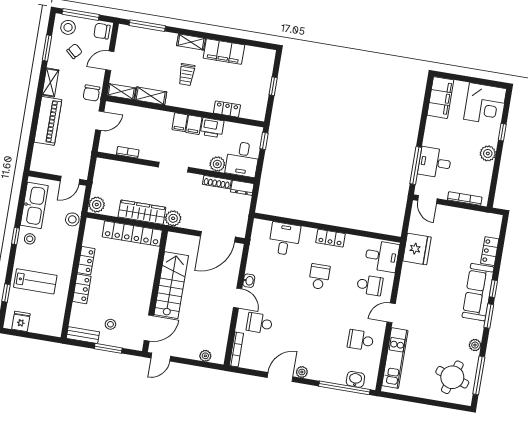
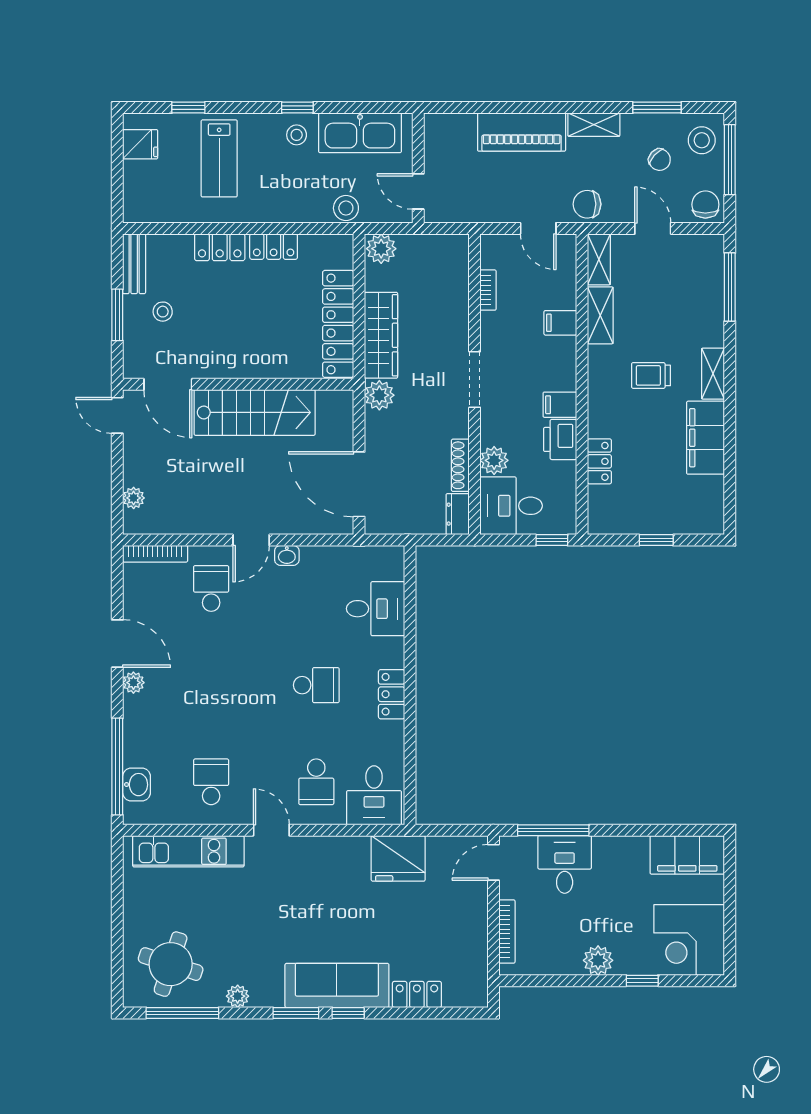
filing cabinet: (180, 122) -> (560, 323), moved

